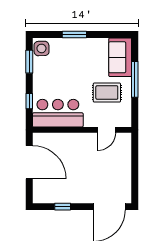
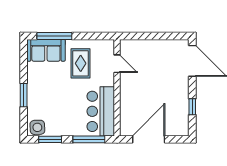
window: (135, 79) -> (54, 36), moved
window: (29, 101) -> (89, 139), width x2.17

